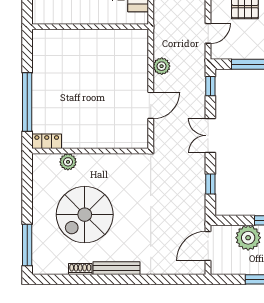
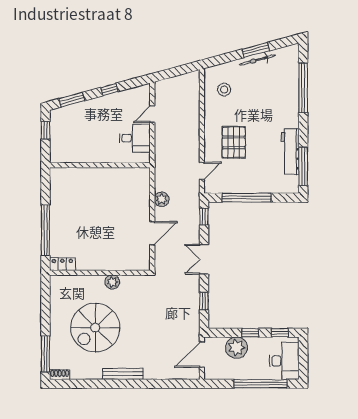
plant: (68, 162) -> (112, 282), moved
shoe rack: (80, 269) -> (60, 375), moved

